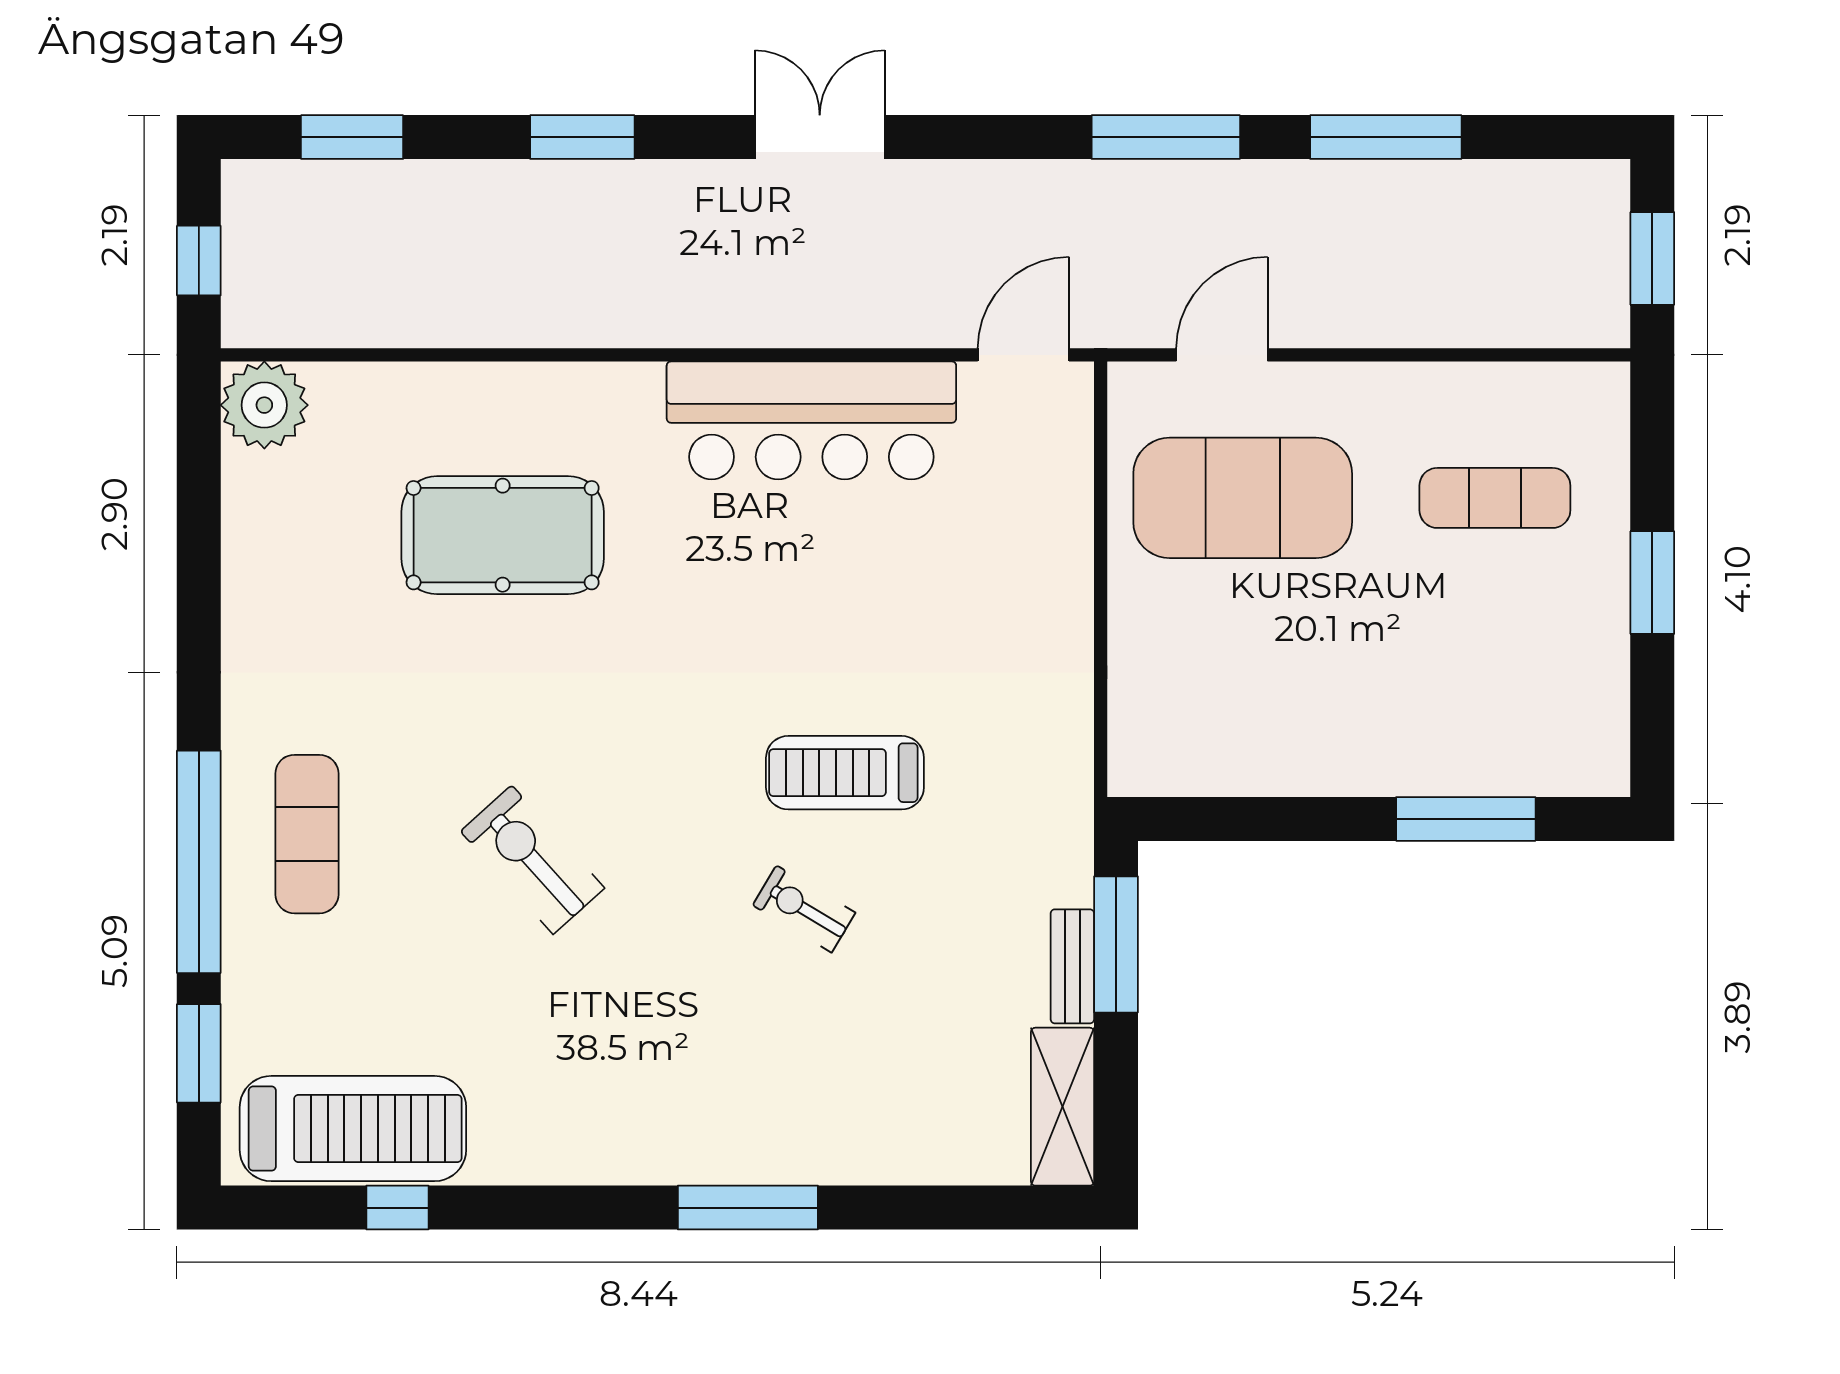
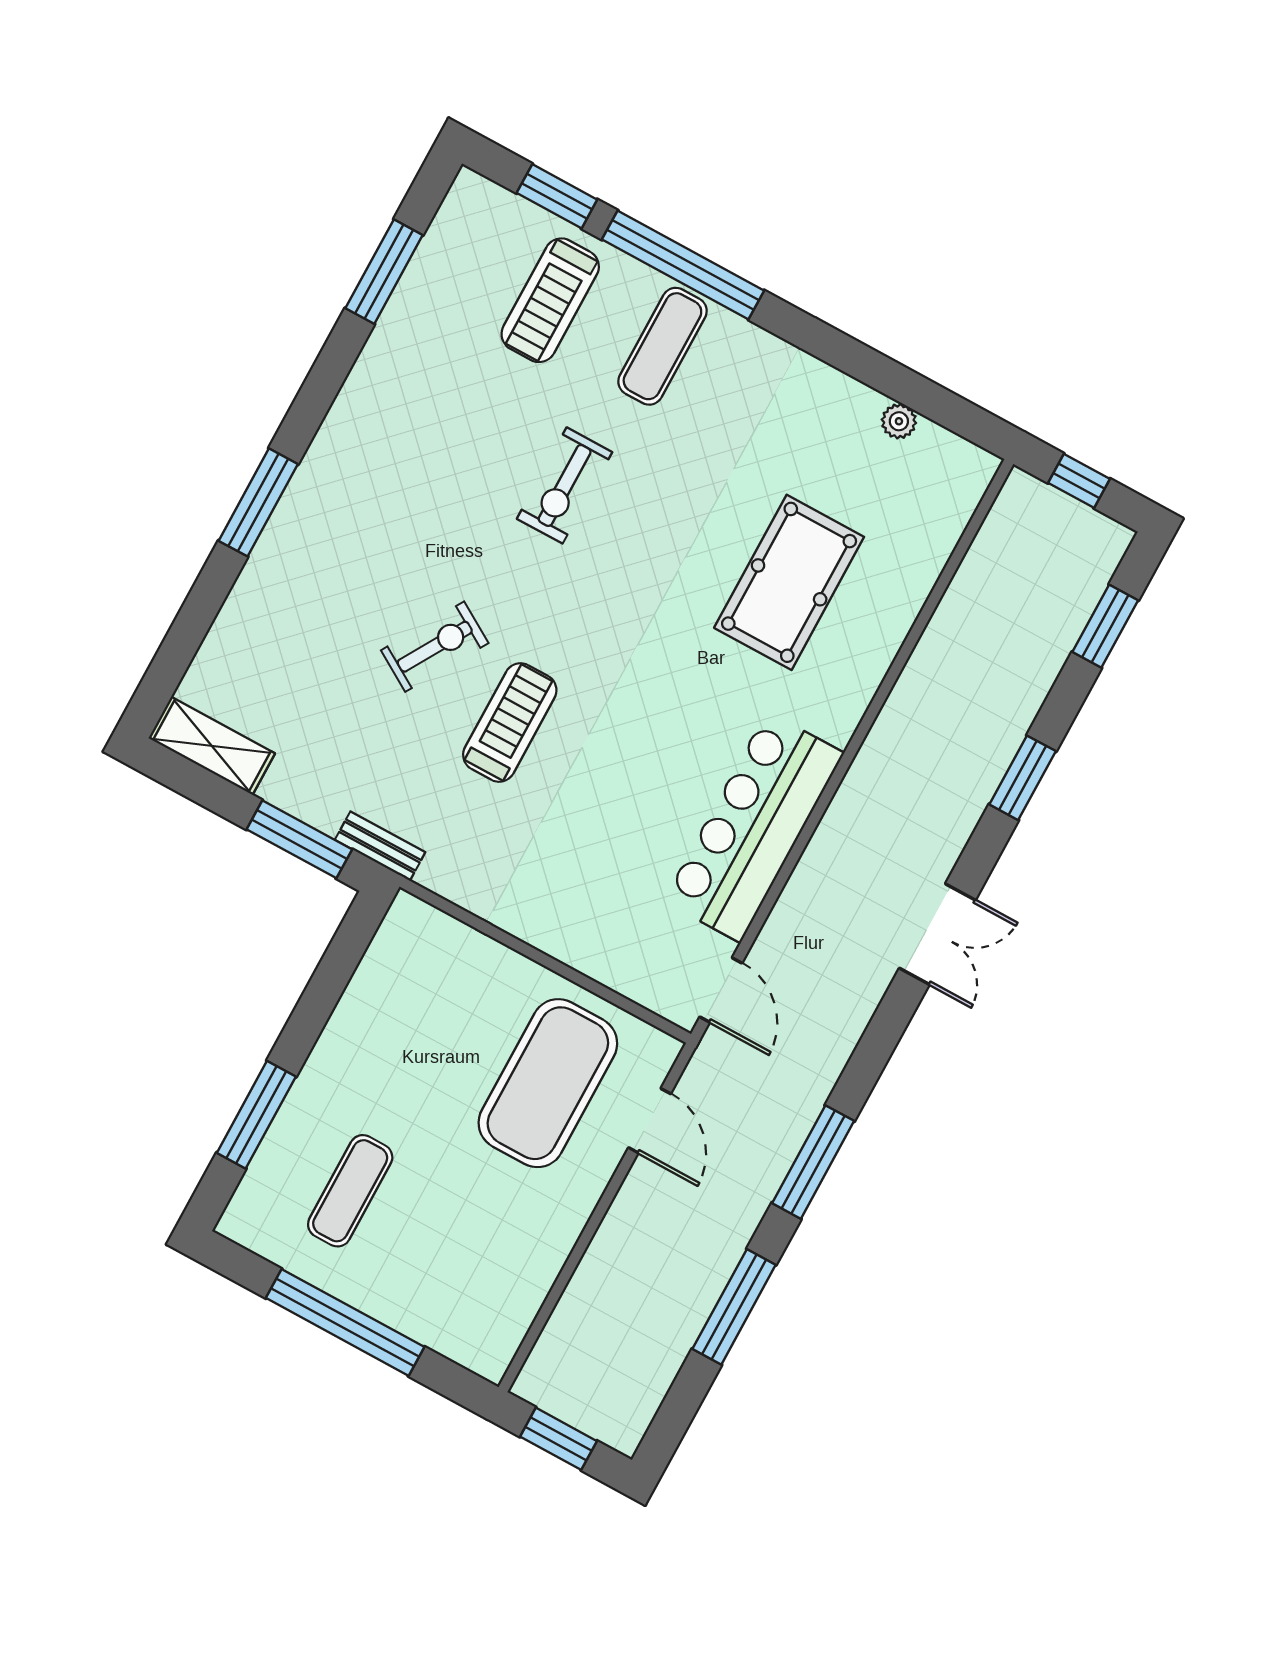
plant: (264, 405) -> (899, 421), moved, width x0.53, depth x0.53
exercise mat: (1495, 498) -> (350, 1191), moved
window: (1652, 583) -> (345, 1322), width x2.11
exercise mat: (307, 834) -> (662, 346), turned 90
exercise bike: (532, 860) -> (565, 485), turned 132
exercise bike: (804, 909) -> (435, 647), width x1.38, depth x1.39
bench: (1072, 966) -> (380, 846), moved
treadmill: (353, 1129) -> (550, 300), moved, width x0.73, depth x0.73
window: (397, 1208) -> (384, 272), width x2.17

